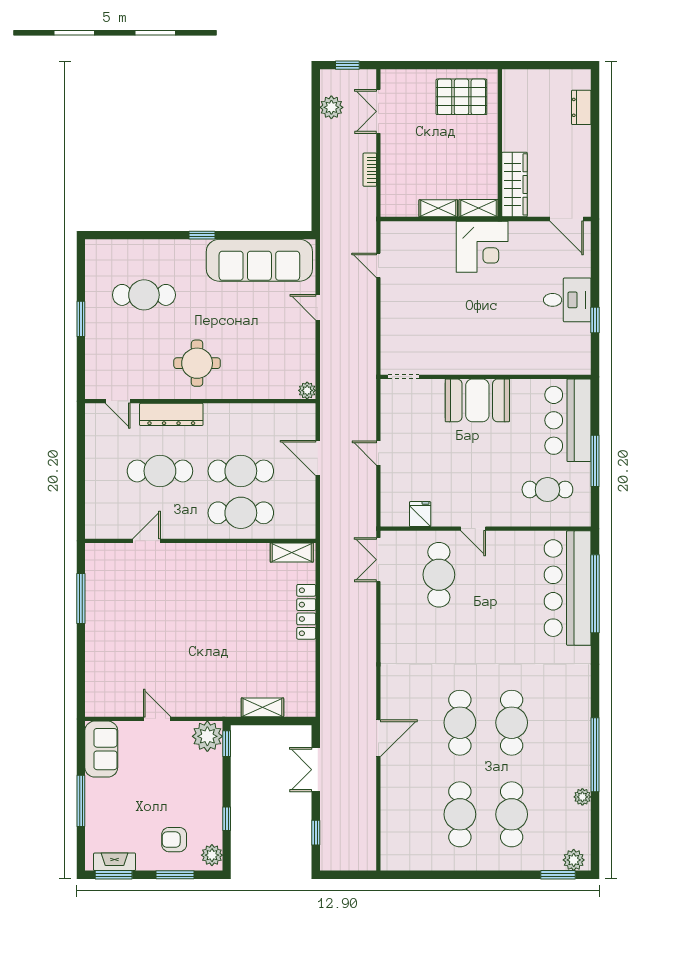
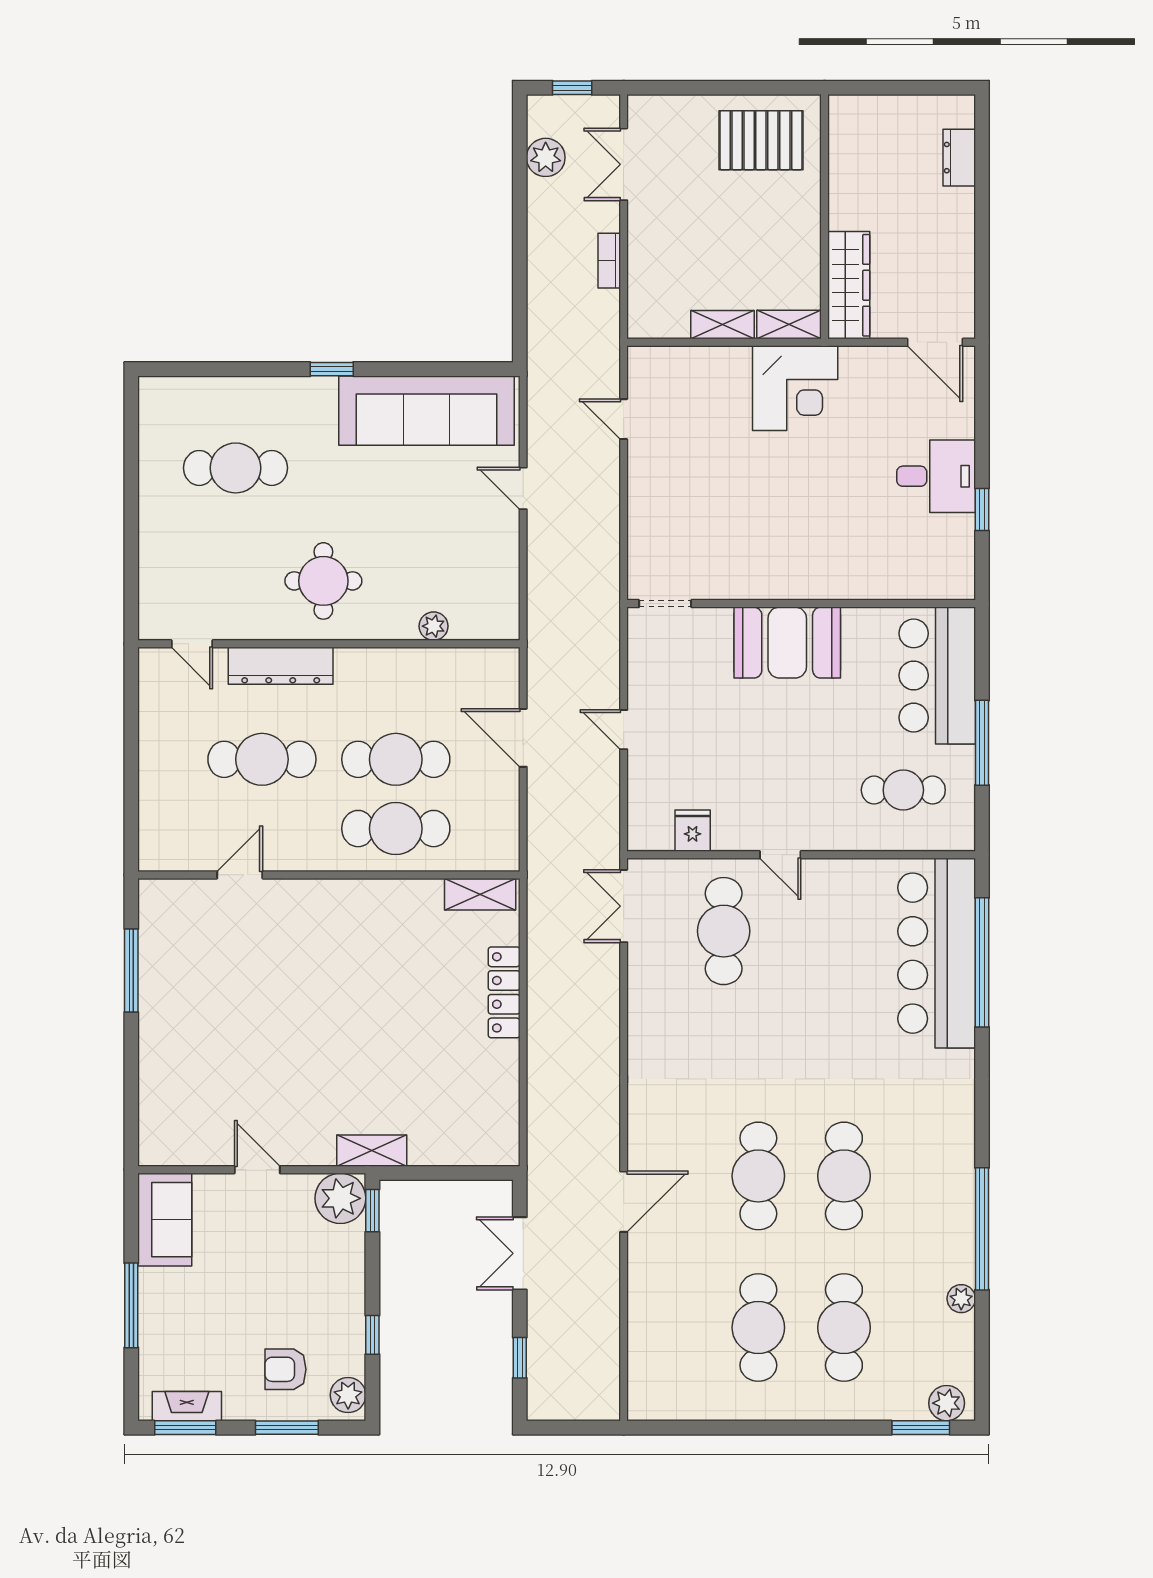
window: (81, 319) -> (131, 508), removed
plant: (307, 390) -> (434, 626), moved
shelving: (262, 707) -> (372, 1151), moved

